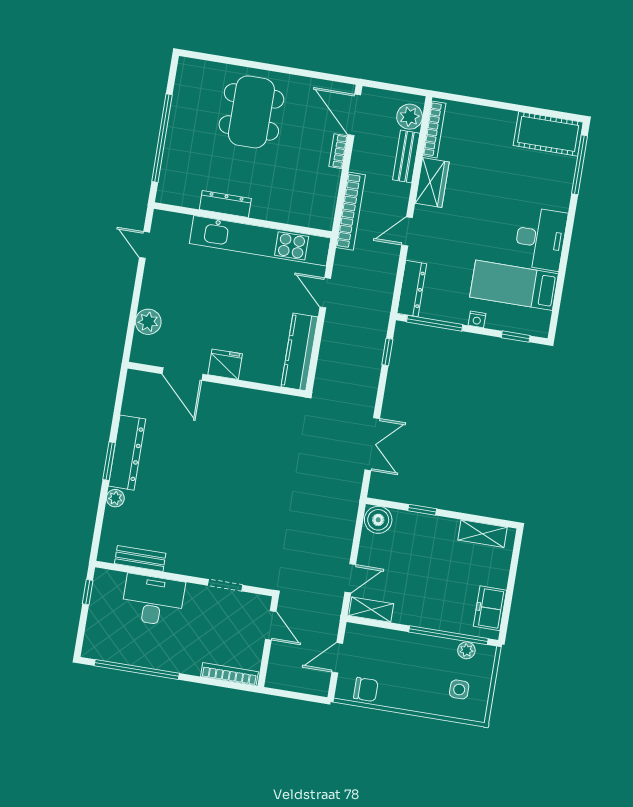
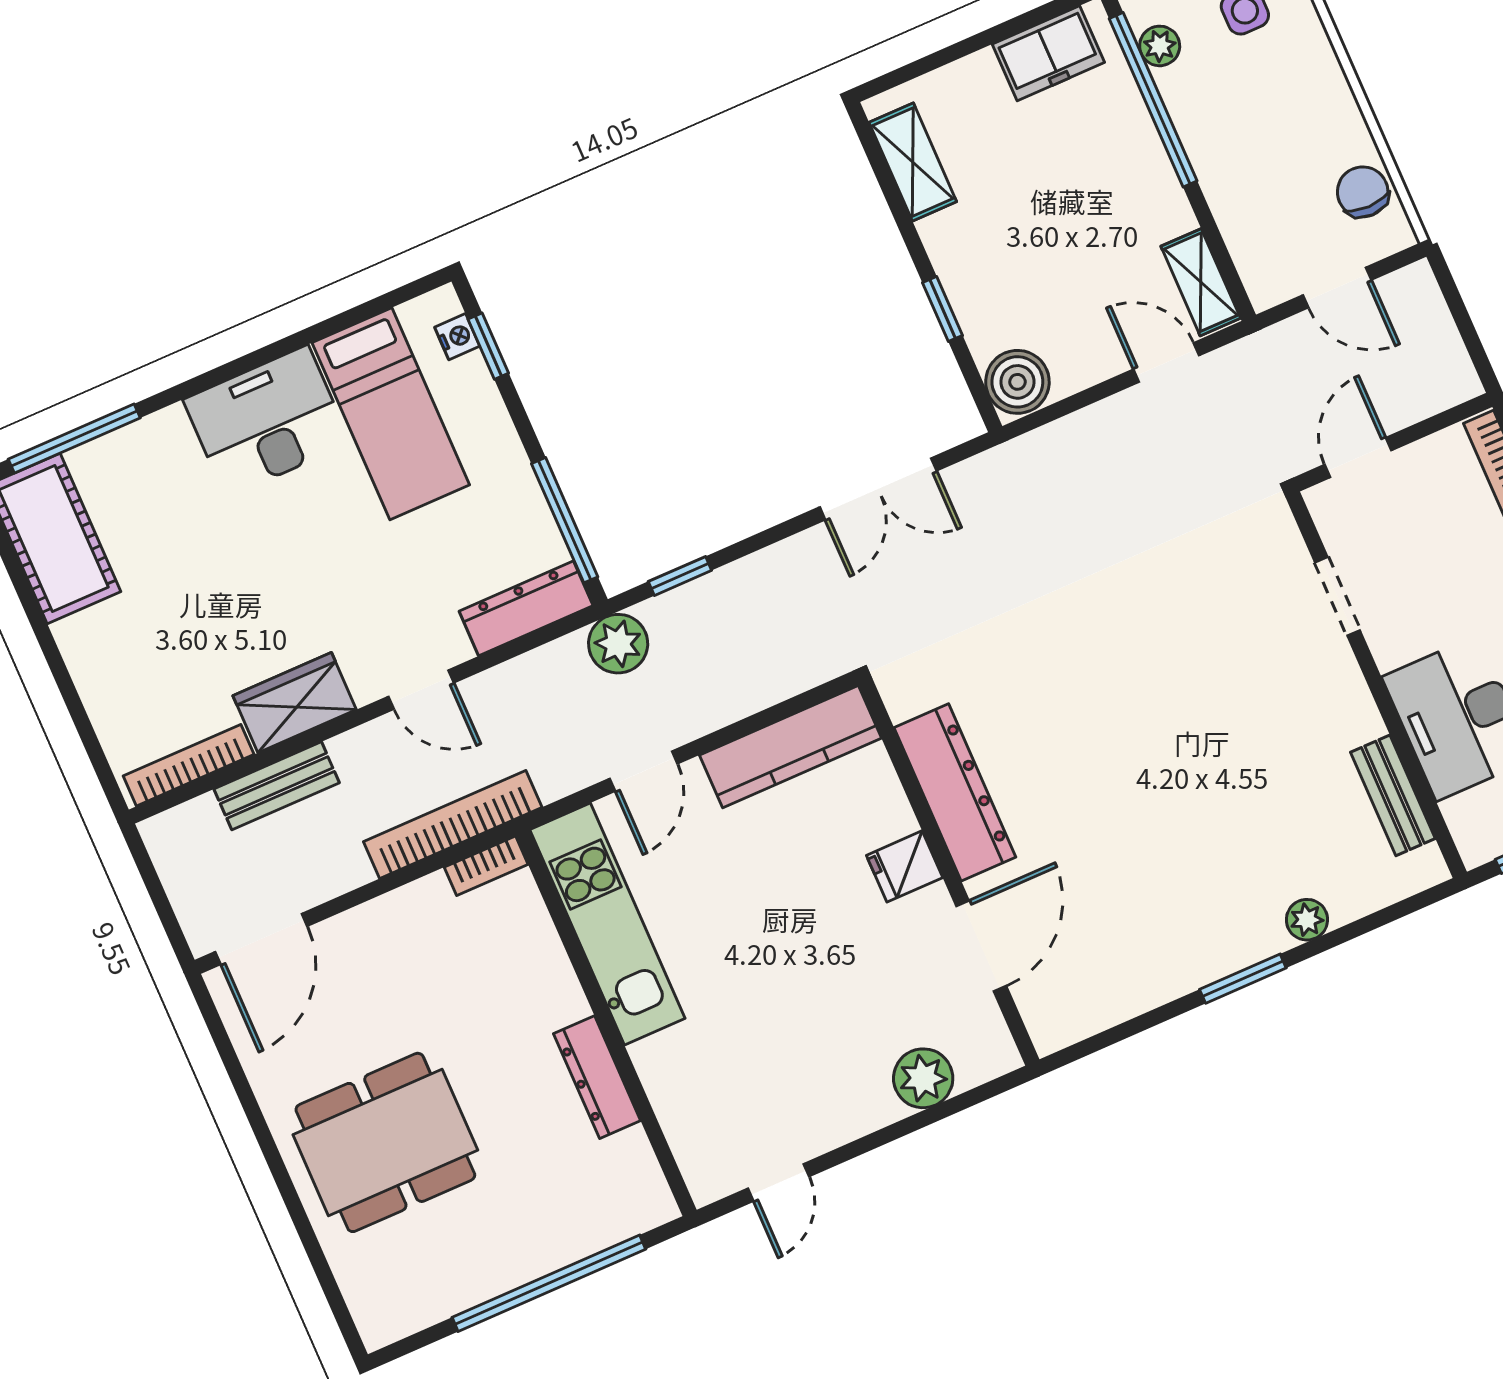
plant: (410, 117) -> (618, 644), moved
bookcase: (338, 151) -> (486, 866), moved
kitchen unit: (260, 241) -> (607, 924), width x0.73
nightstand: (477, 319) -> (457, 337), moved
fridge: (225, 364) -> (905, 866), width x0.72
double door: (372, 444) -> (878, 489), swing flipped
dresser: (127, 453) -> (955, 792), moved, turned 90

